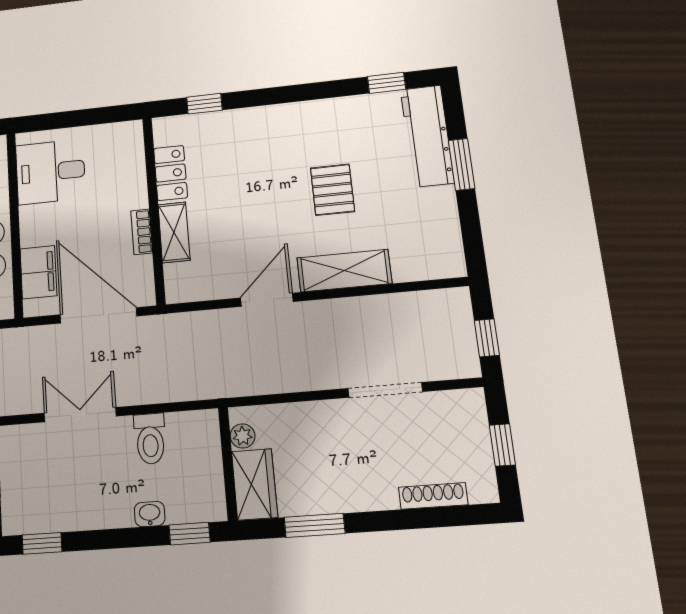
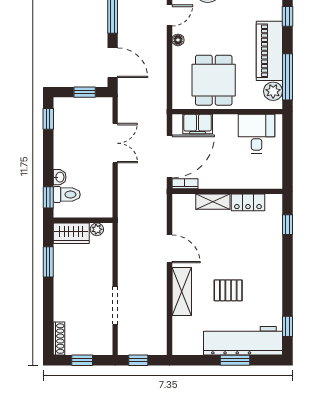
workbench: (427, 136) -> (243, 341), width x1.36, depth x1.32
bookcase: (142, 232) -> (185, 184), moved
toilet: (150, 439) -> (67, 195), moved, turned 180
shoe rack: (433, 496) -> (59, 339), moved

